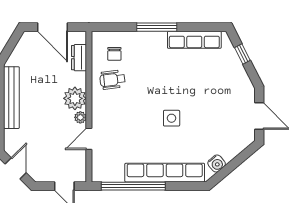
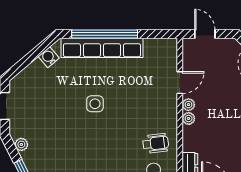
plant: (243, 79) -> (21, 144), added
plant: (75, 98) -> (189, 118), width x0.53, depth x0.53
window: (133, 186) -> (105, 34), moved

